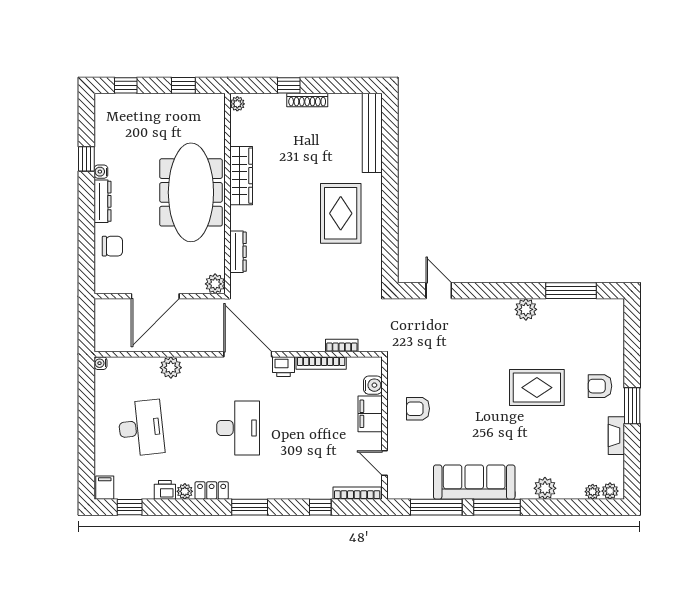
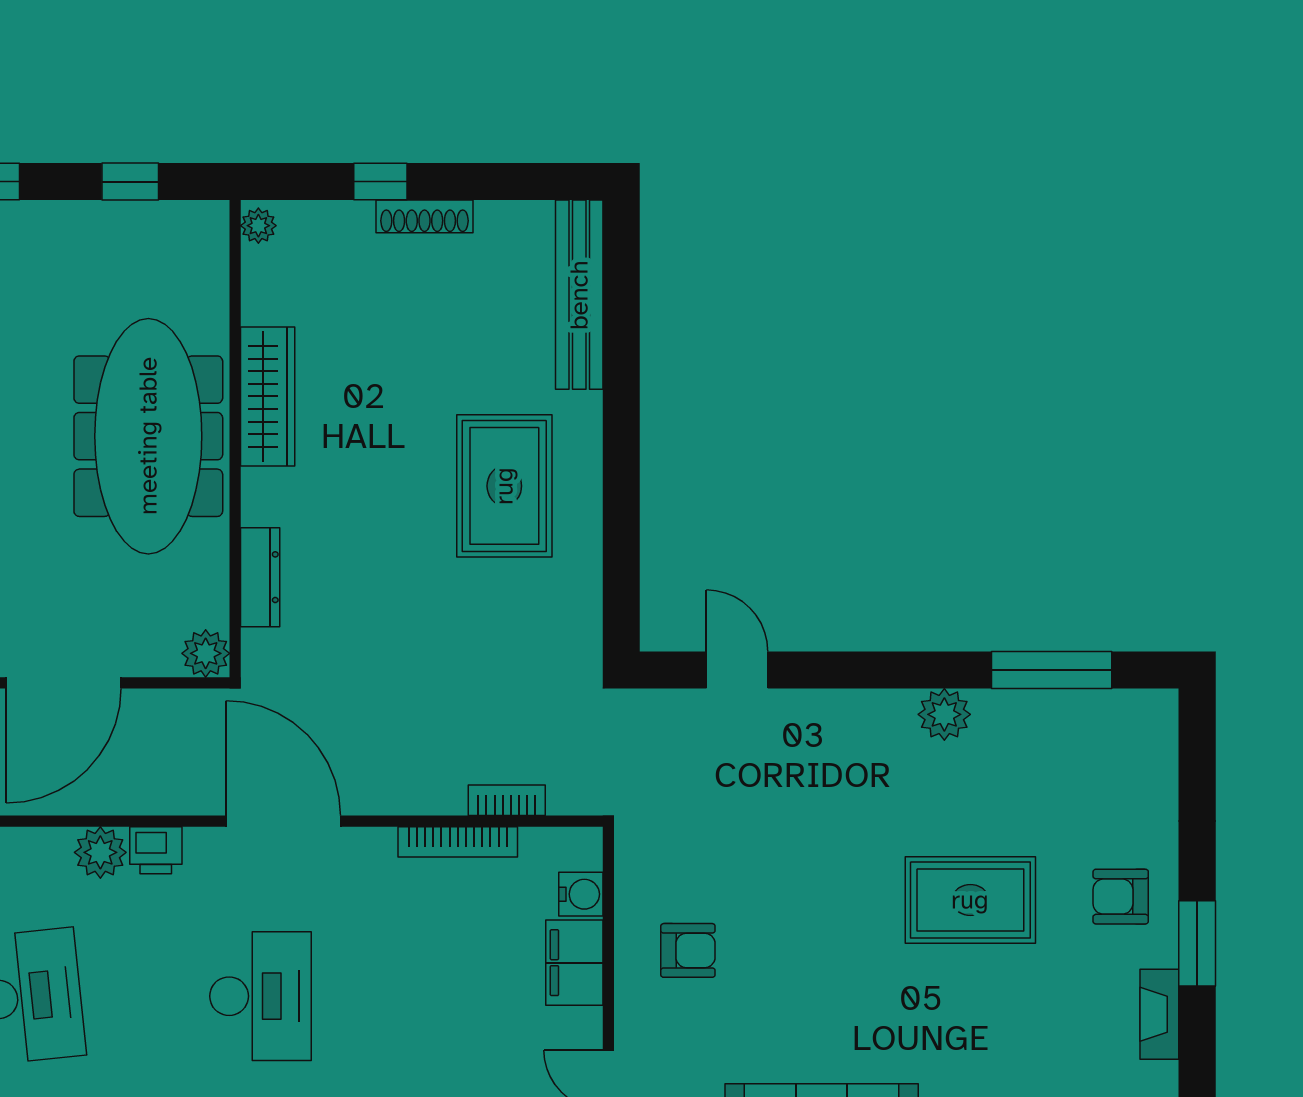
printer: (284, 367) -> (156, 850), moved
armchair: (418, 409) -> (688, 950), turned 180

